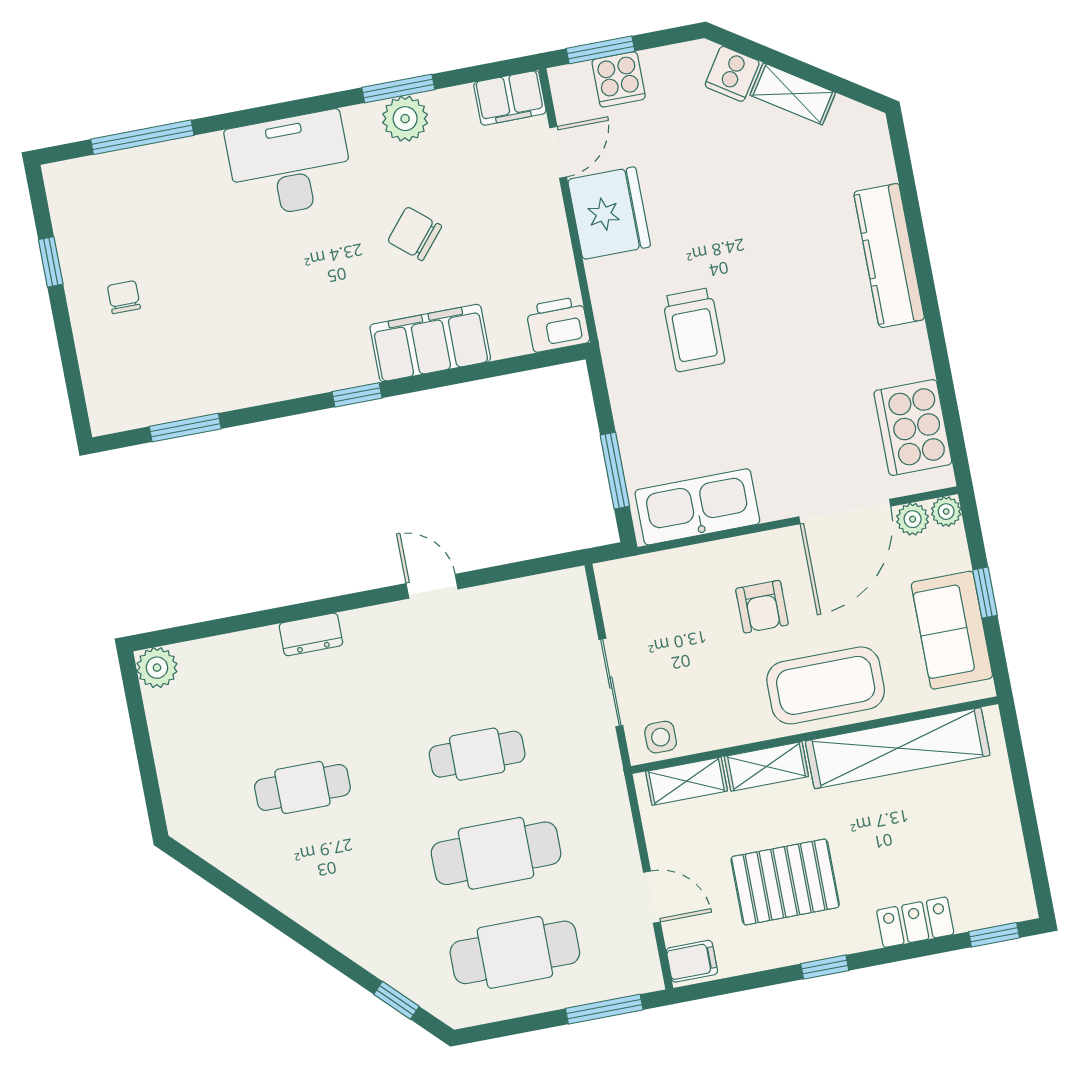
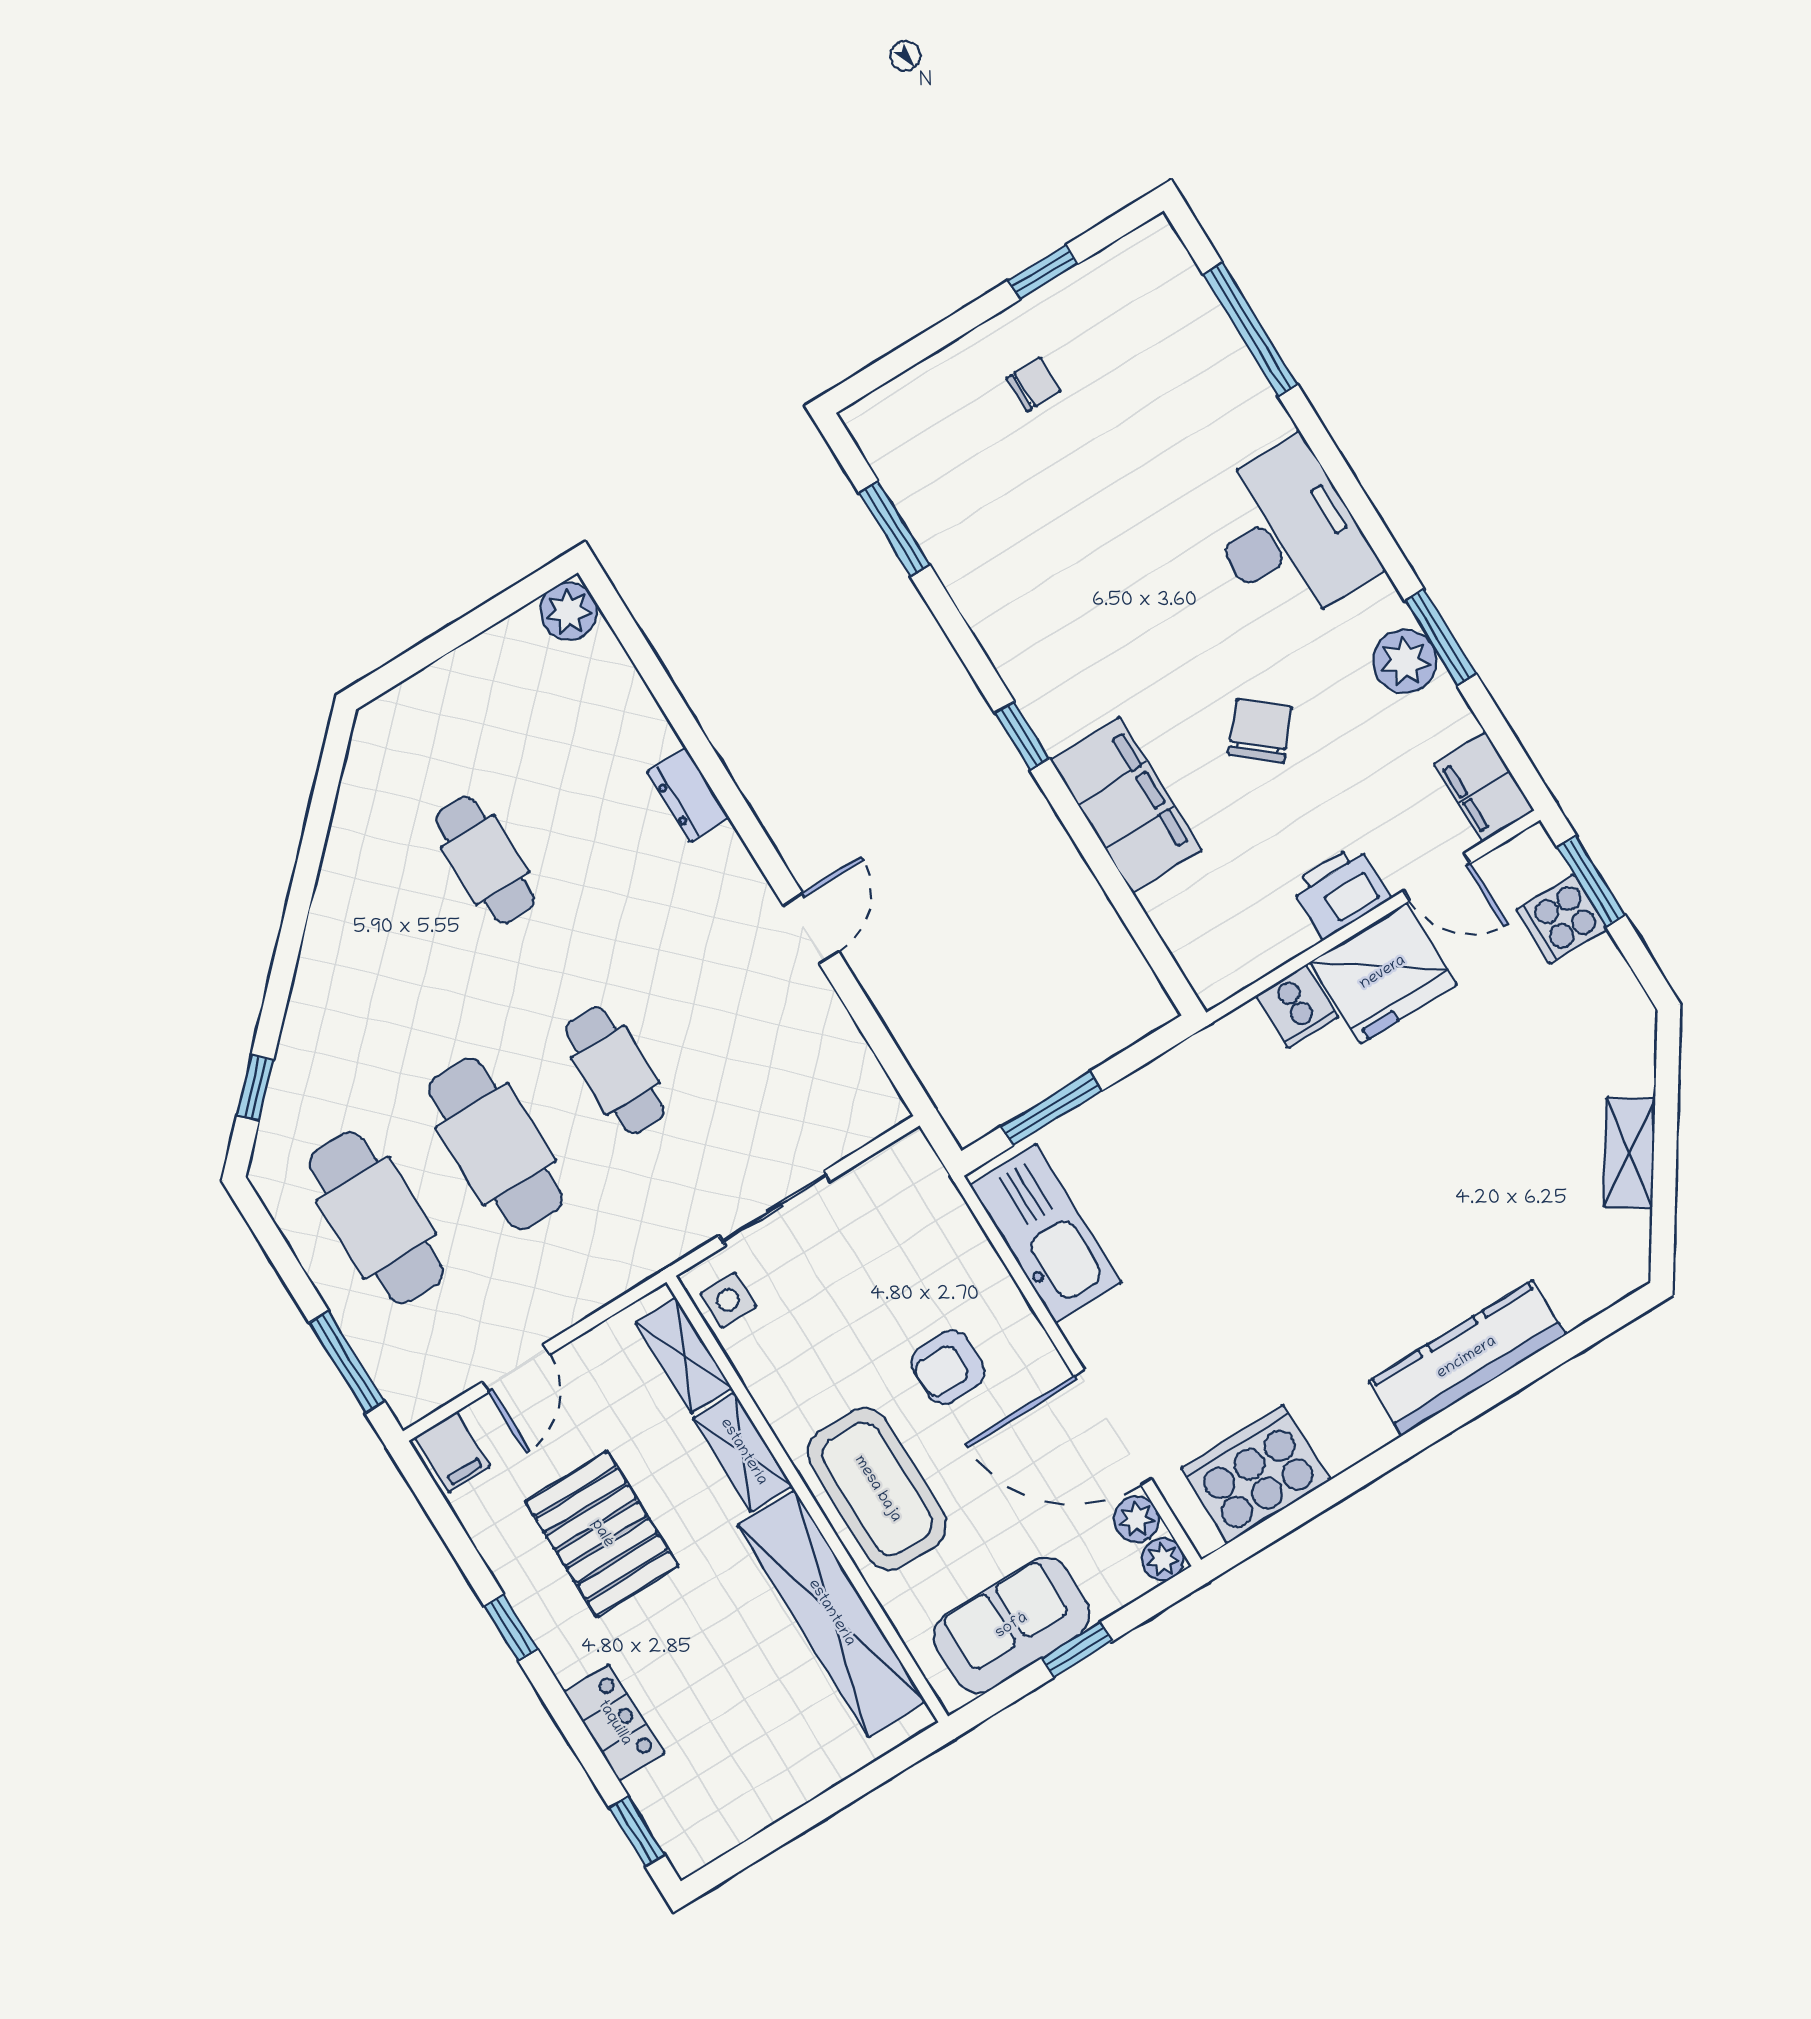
cooker: (732, 74) -> (1297, 1006), moved, turned -123
printer: (558, 324) -> (1340, 892), moved, turned -90
trolley: (694, 330) -> (1274, 1141), removed

